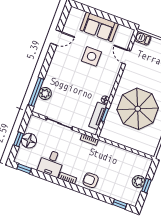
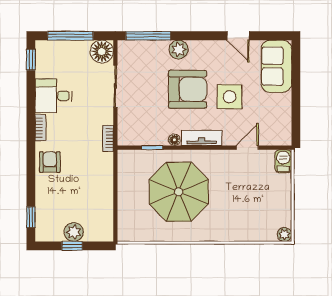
sofa: (99, 27) -> (276, 66), moved
armchair: (77, 80) -> (188, 89), added
plant: (45, 93) -> (179, 50), moved
tv unit: (98, 116) -> (202, 138), moved
window: (19, 139) -> (70, 36), width x2.17
floor lamp: (29, 141) -> (102, 52), moved

